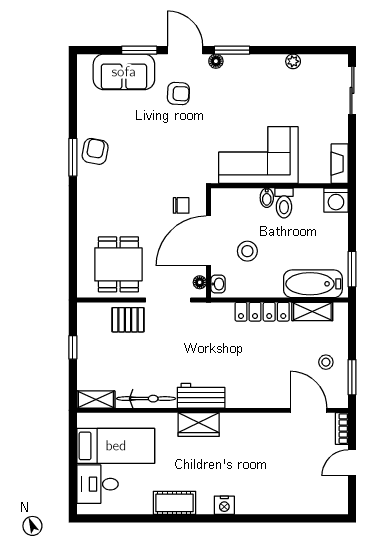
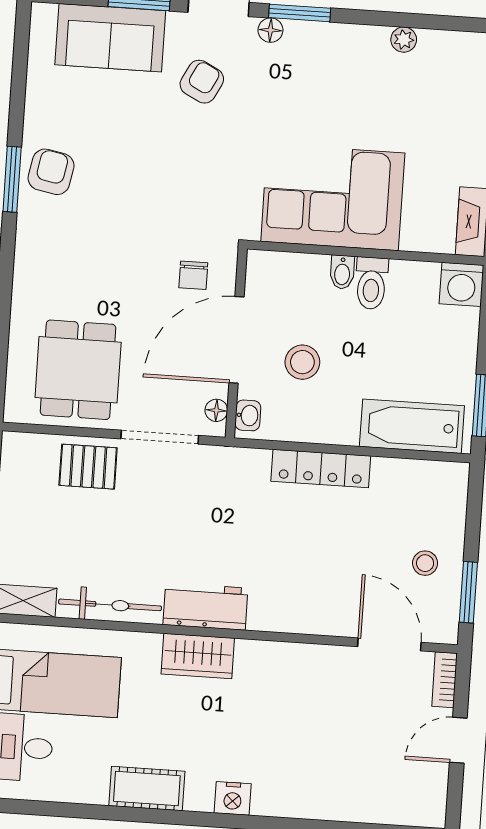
armchair: (178, 94) -> (202, 82), turned -66
chair: (181, 205) -> (193, 275), turned 90
shelving: (312, 312) -> (408, 474), removed

